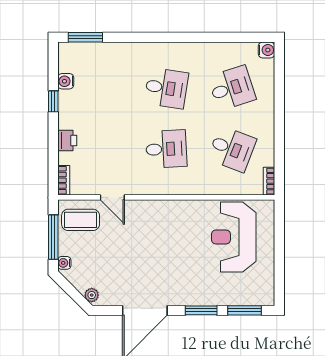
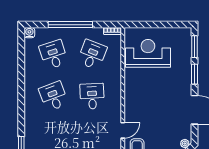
desk: (166, 88) -> (54, 96), turned -30
window: (279, 115) -> (70, 25), added
reception desk: (234, 237) -> (148, 53), turned 180

